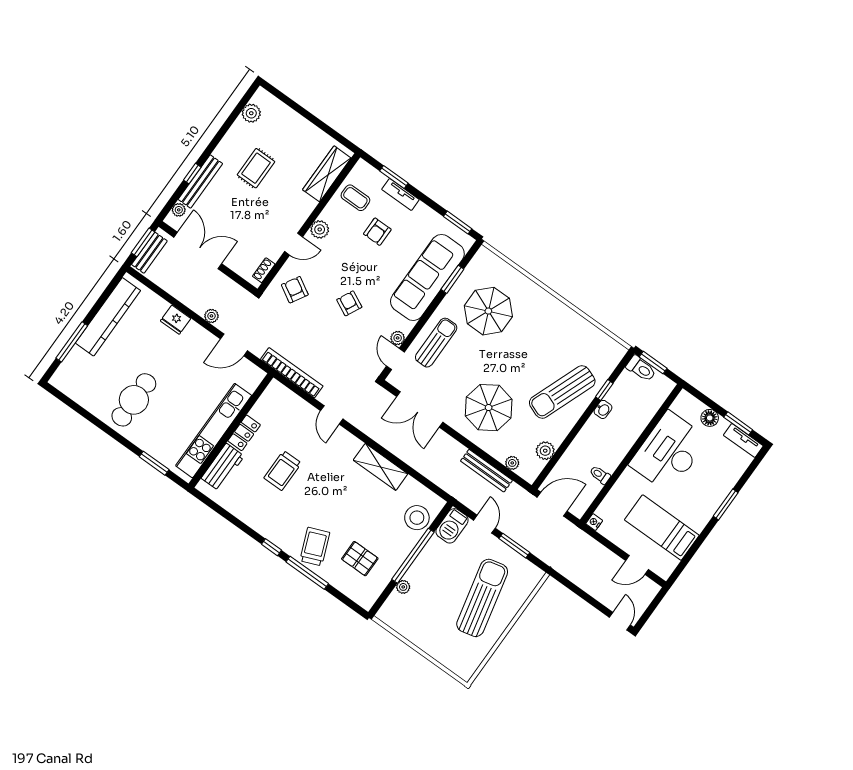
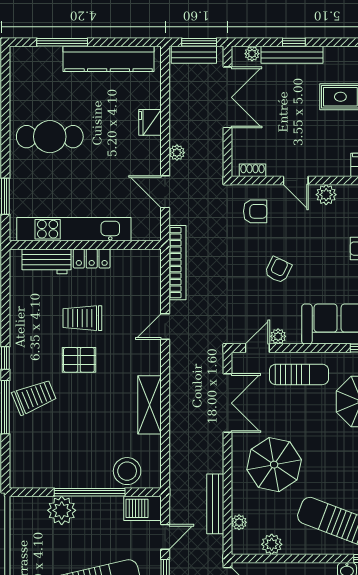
armchair: (295, 290) -> (255, 211), turned 60
double door: (420, 409) -> (227, 403), swing flipped
pallet: (360, 559) -> (79, 360), moved, turned 90
plant: (403, 587) -> (62, 510), width x1.87, depth x1.87

